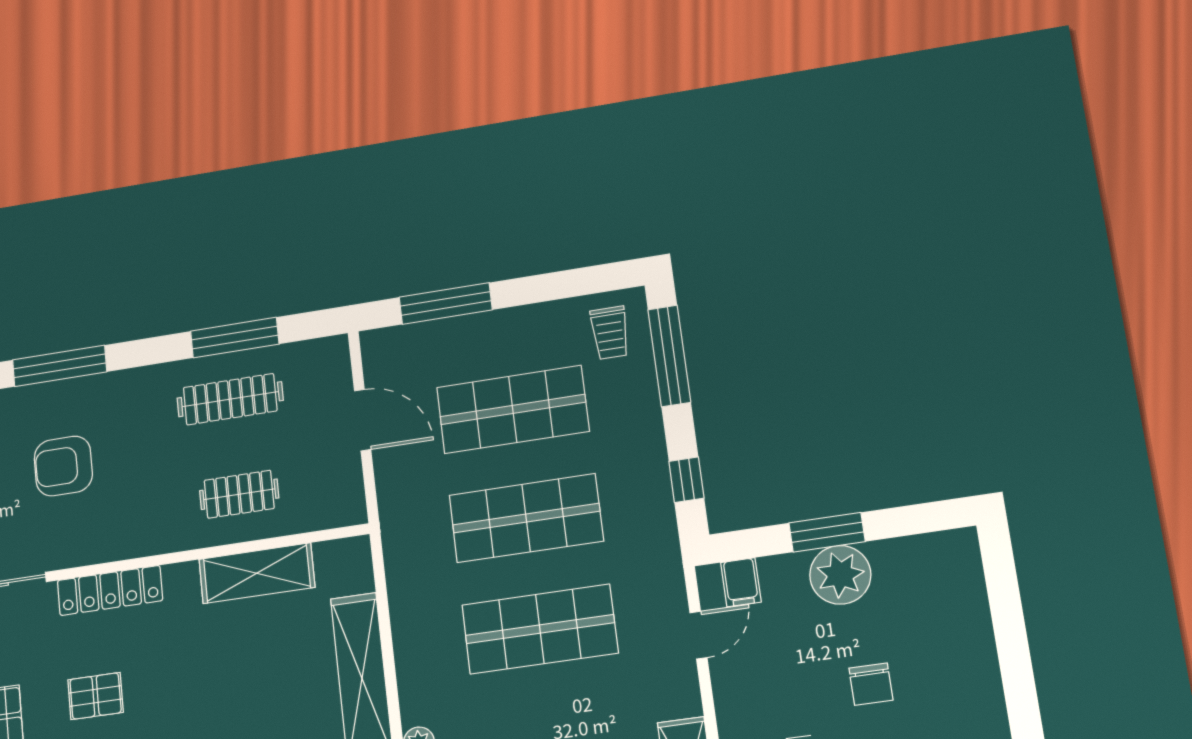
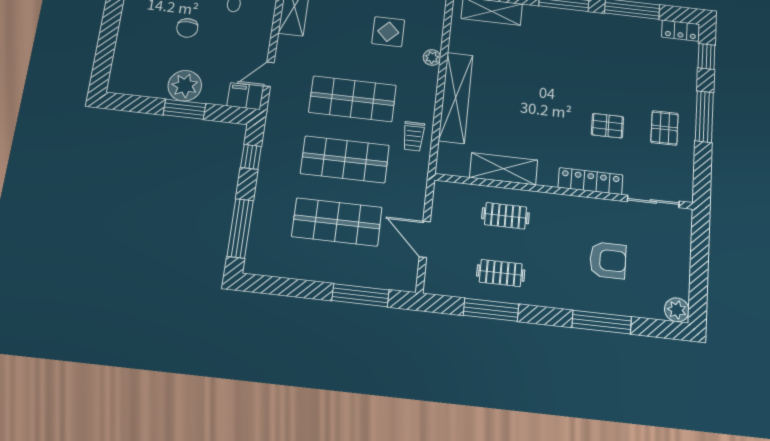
trolley: (610, 333) -> (413, 136), moved, turned 180
clothes rail: (230, 399) -> (501, 273), width x0.73
chair: (871, 684) -> (187, 28), turned 180

